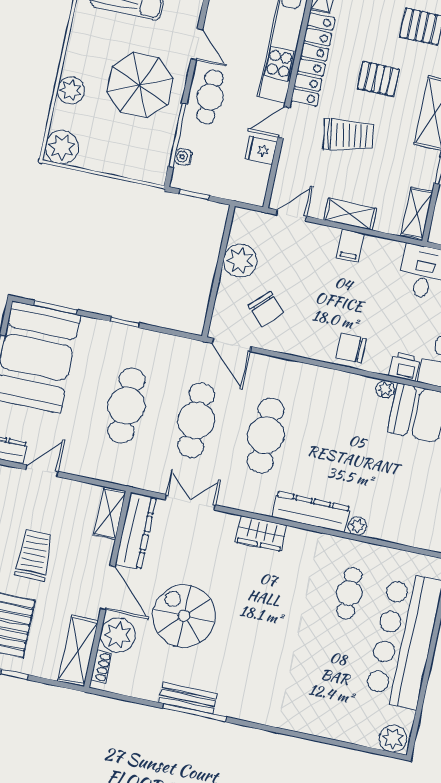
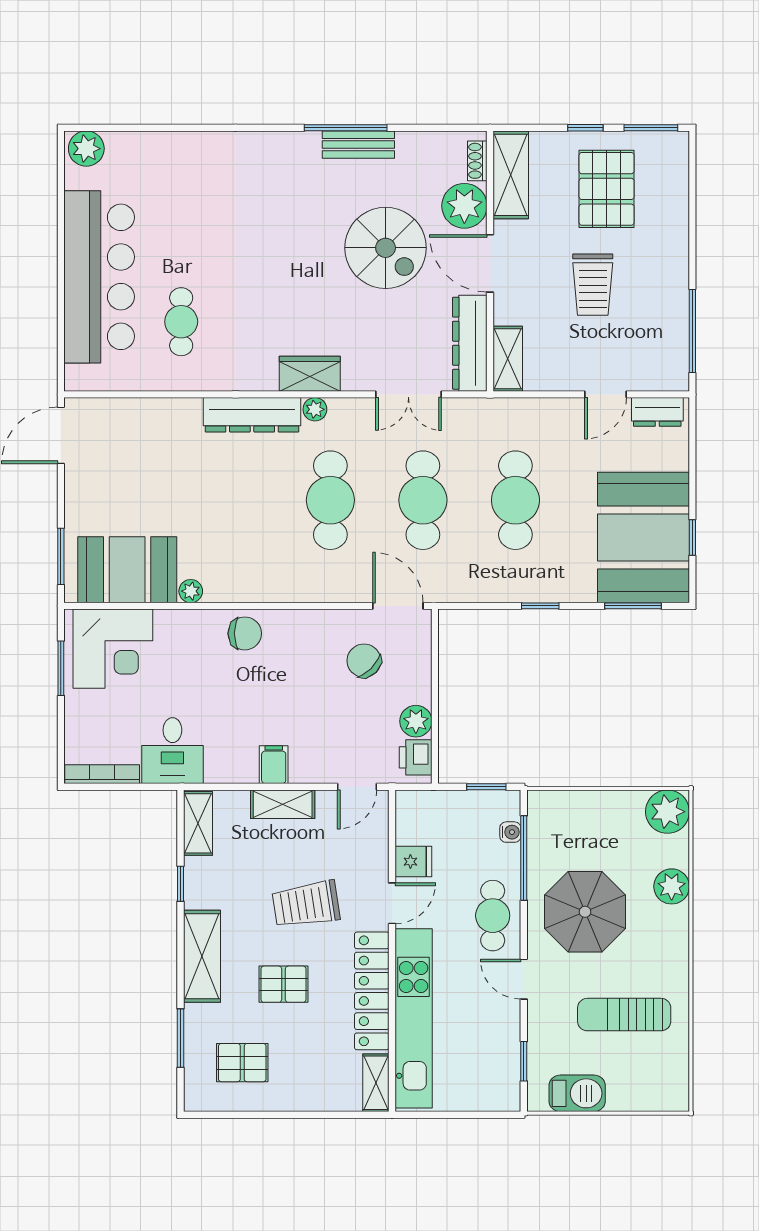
plant: (240, 261) -> (416, 721), width x0.73, depth x0.73
printer: (404, 366) -> (416, 757), moved, turned 90
plant: (357, 526) -> (315, 409), moved

